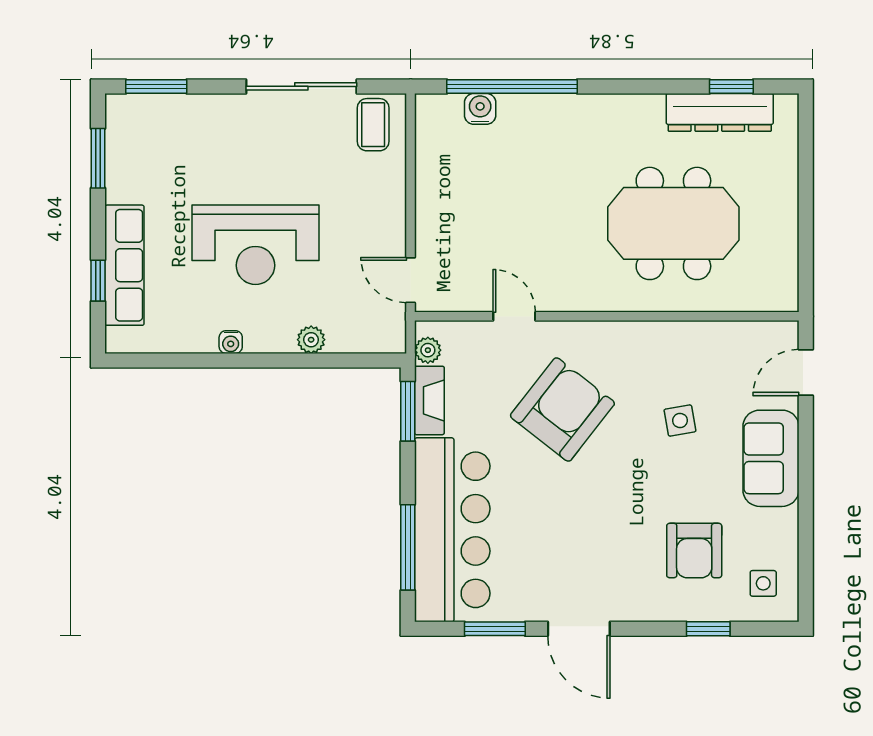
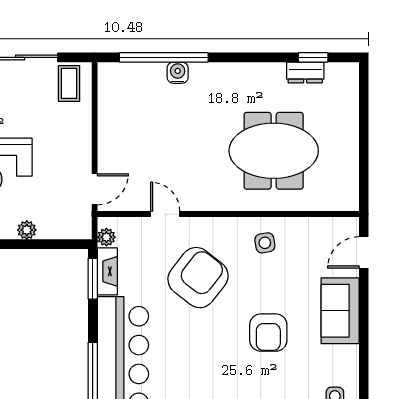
water cooler: (480, 109) -> (178, 73), moved
dresser: (720, 112) -> (305, 73), width x0.51, depth x0.80
door: (411, 280) -> (95, 189), swing flipped
side table: (680, 420) -> (265, 243), moved
armchair: (694, 551) -> (268, 333), moved

